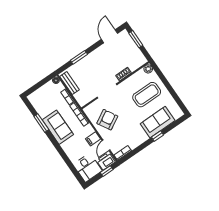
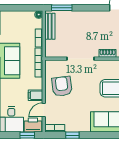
window: (79, 57) -> (62, 8), moved
armchair: (107, 120) -> (62, 86), turned -67
window: (158, 136) -> (72, 135), moved

